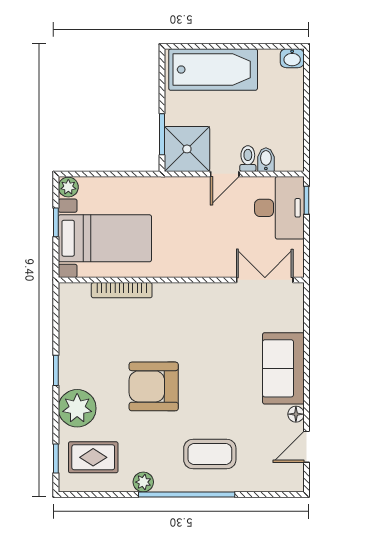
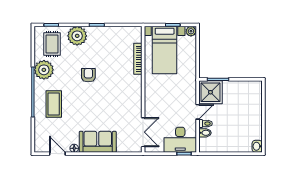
bathtub: (213, 70) -> (251, 106), removed
door: (225, 174) -> (198, 112), swing flipped
armchair: (154, 386) -> (88, 75), width x0.53, depth x0.53
plant: (143, 482) -> (44, 70), width x1.87, depth x1.87

